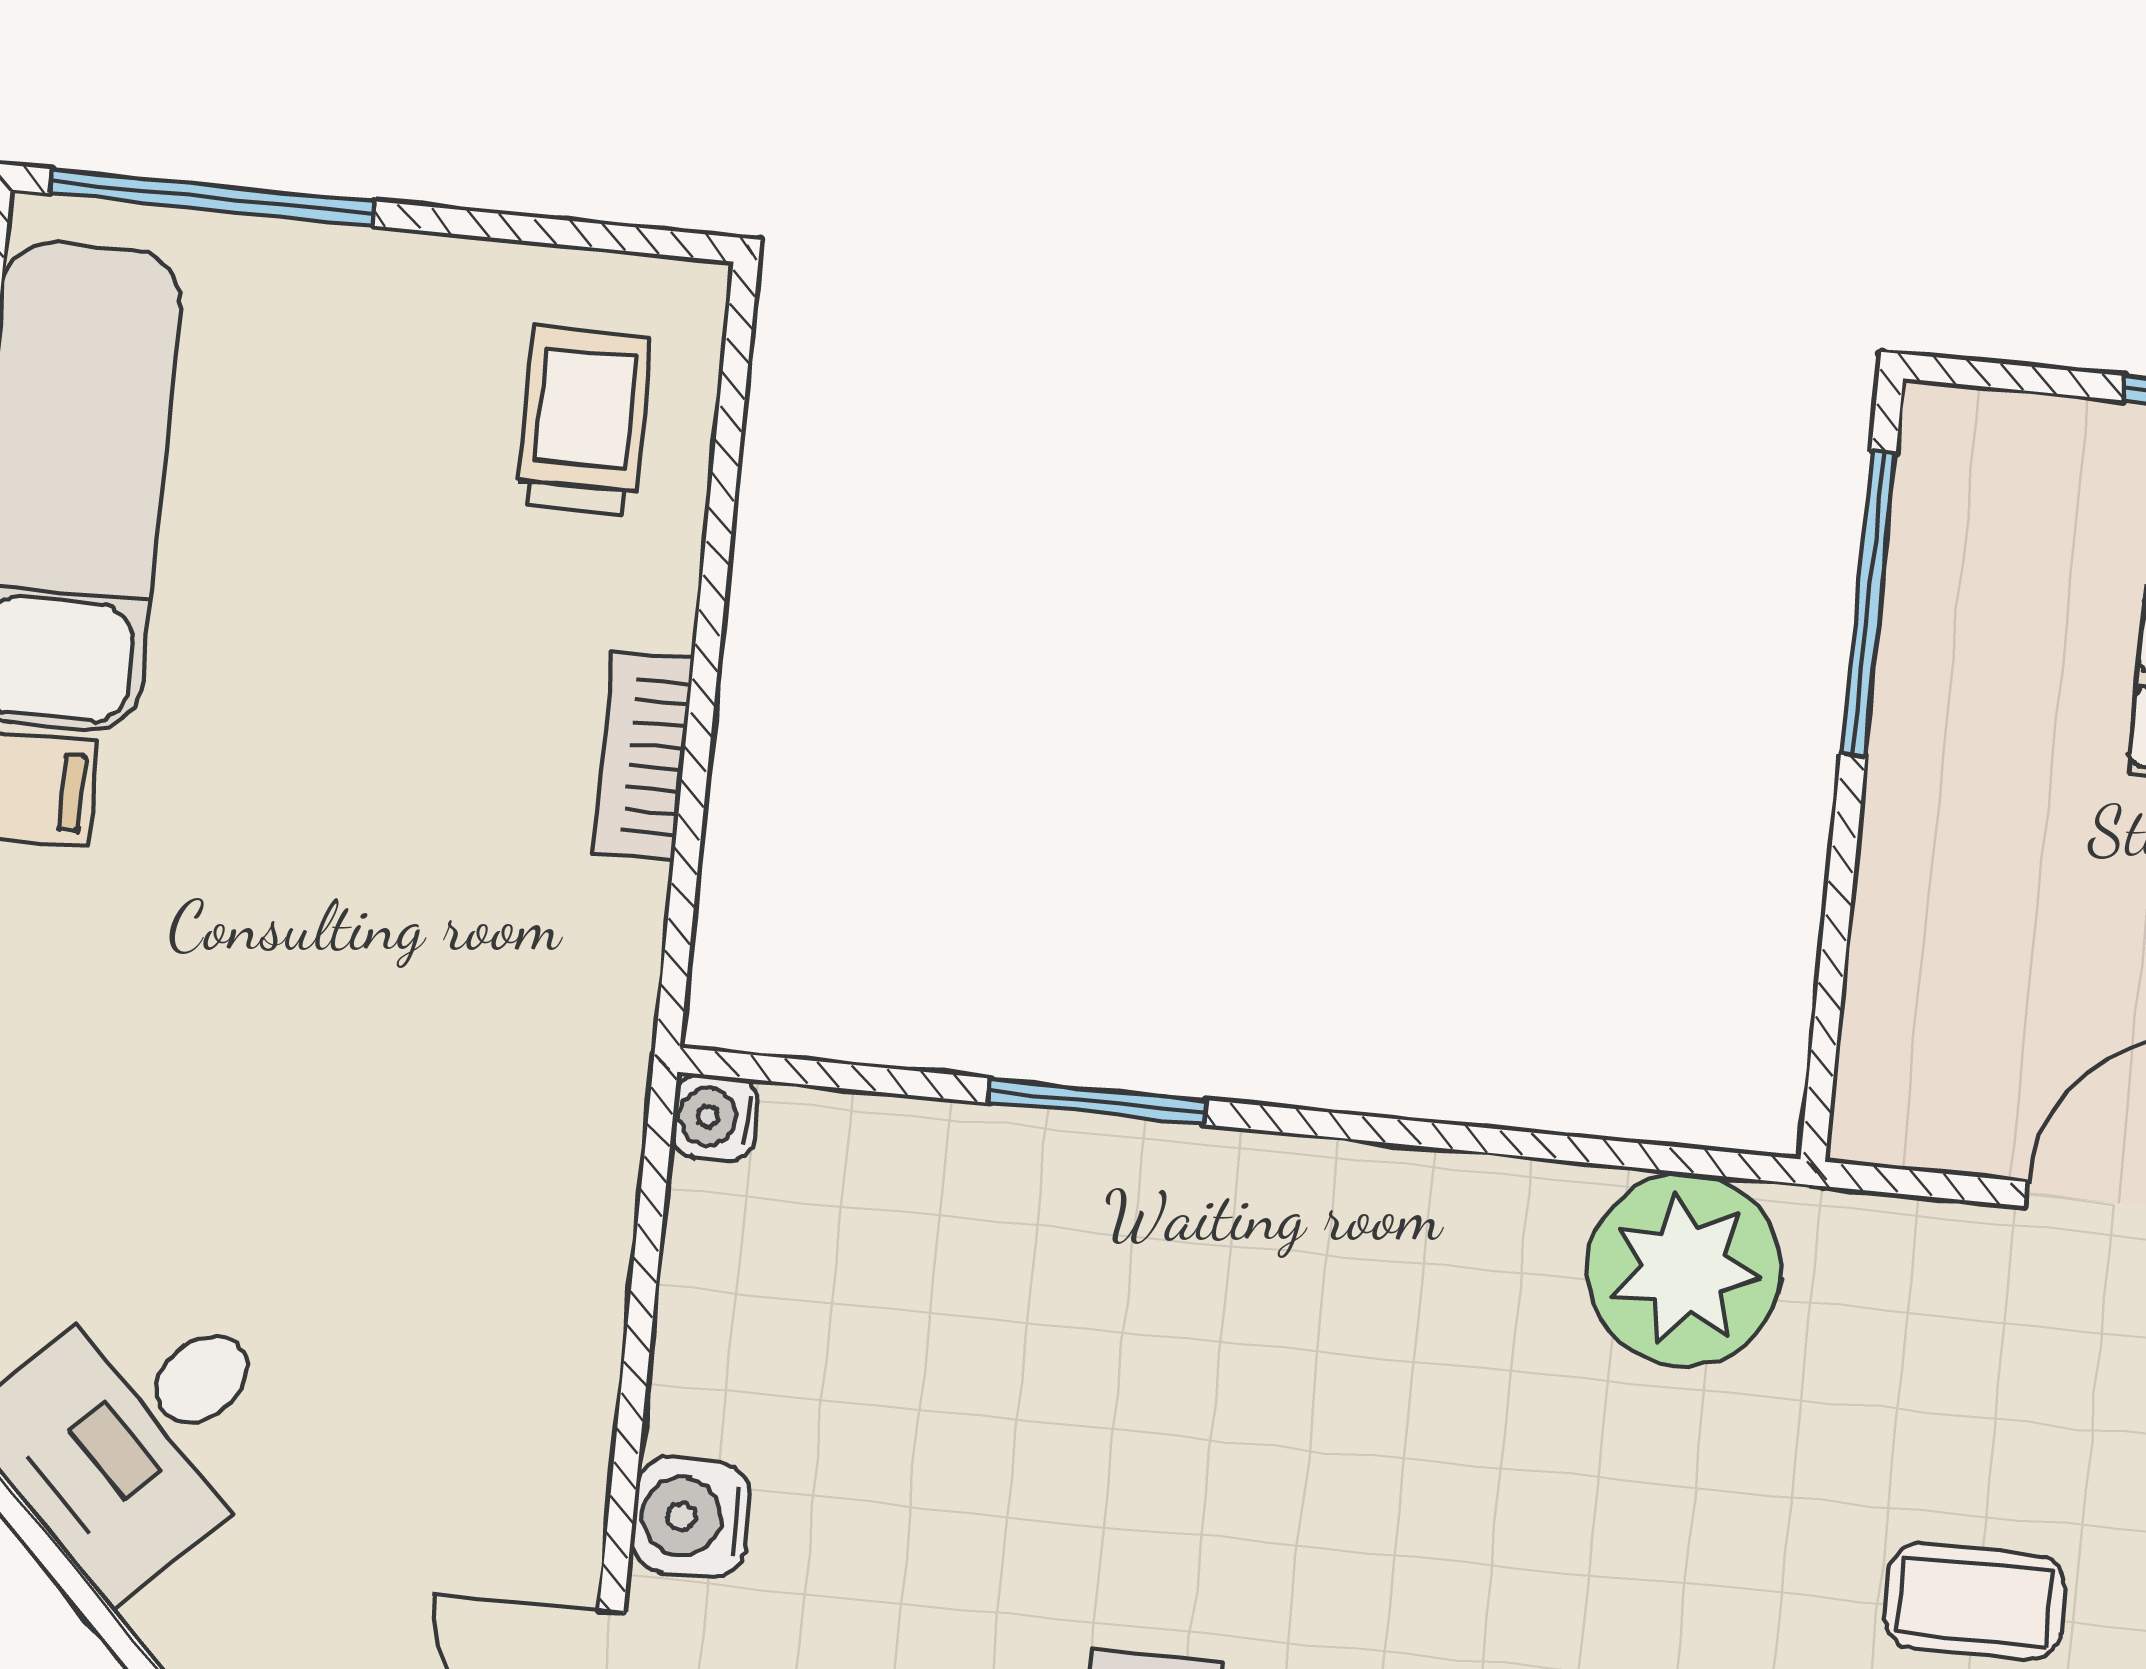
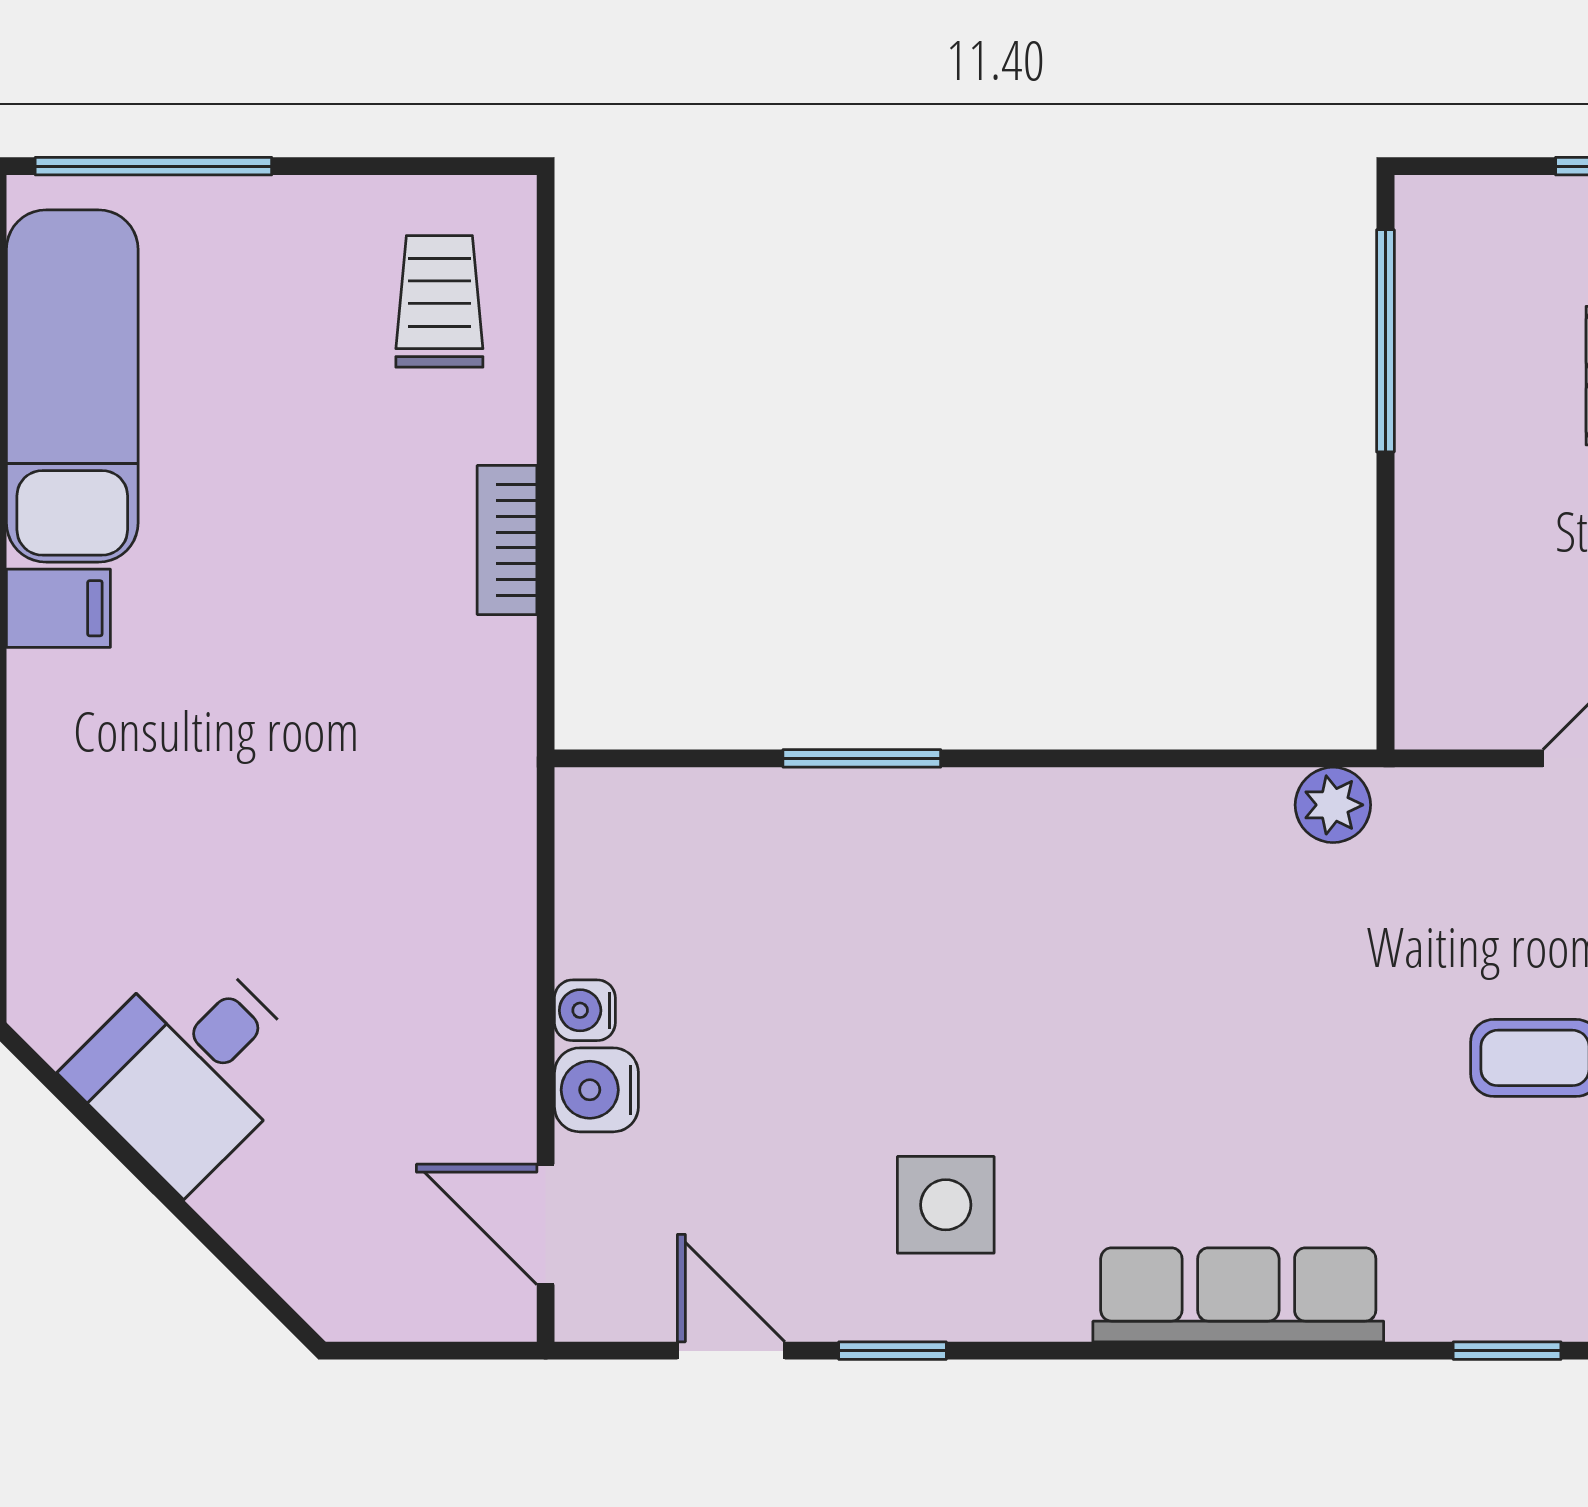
water cooler: (715, 1117) -> (585, 1010), moved
plant: (1684, 1270) -> (1333, 805), width x0.53, depth x0.53

